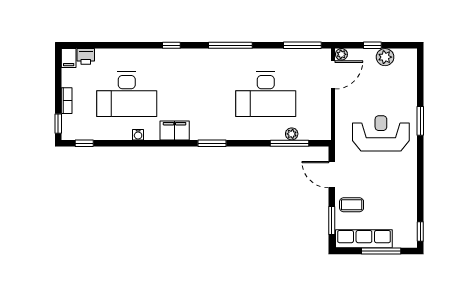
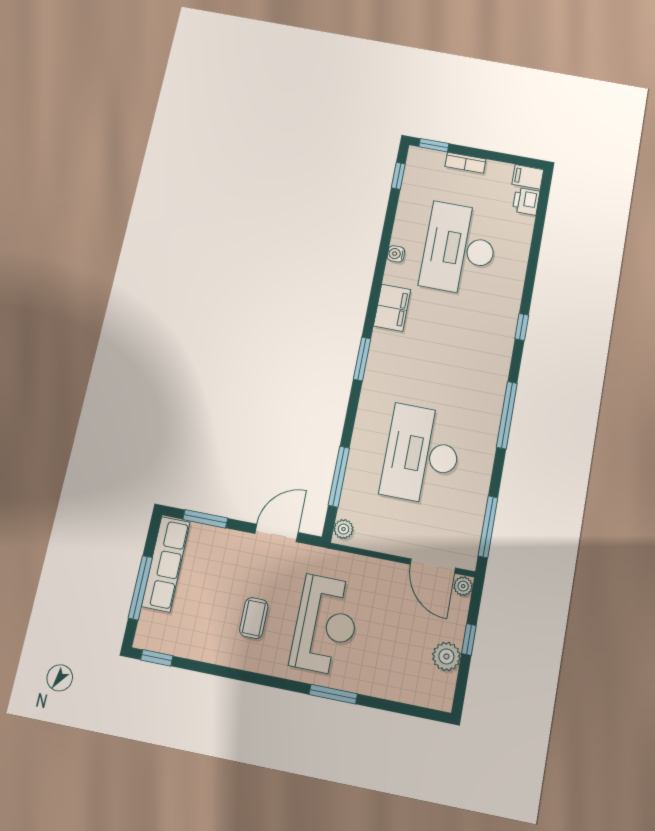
plant: (292, 134) -> (344, 529), moved
coffee table: (352, 205) -> (254, 618), moved

